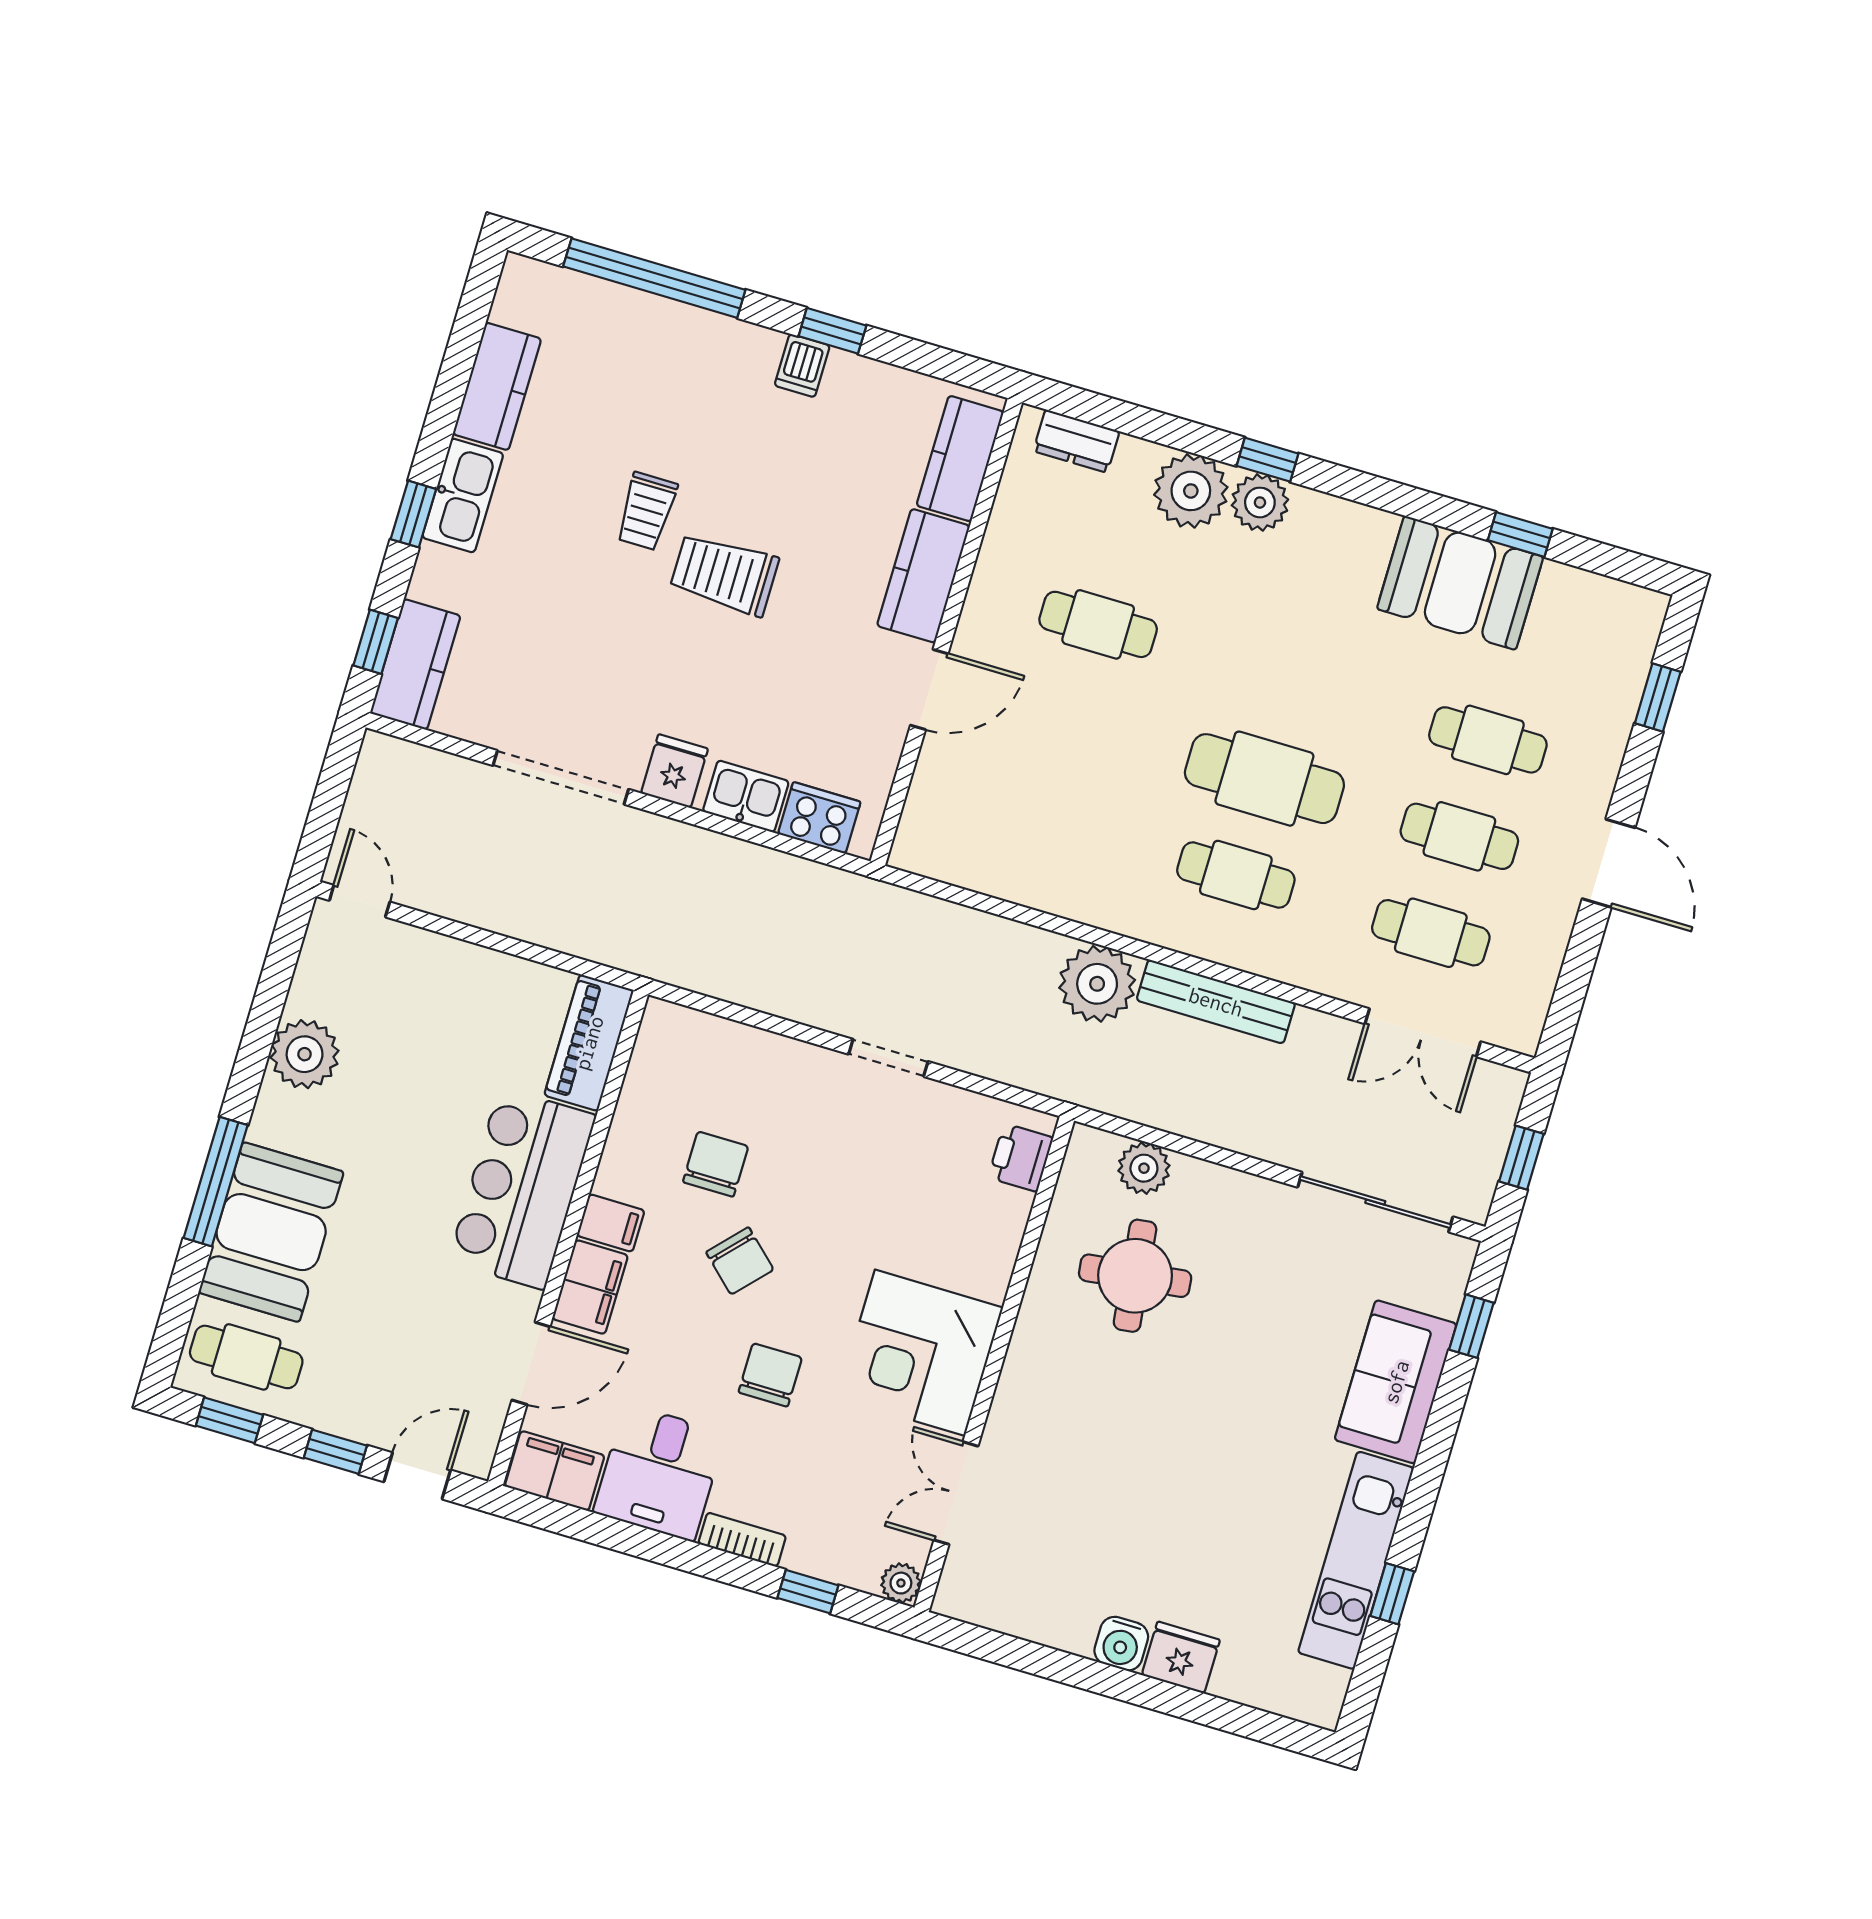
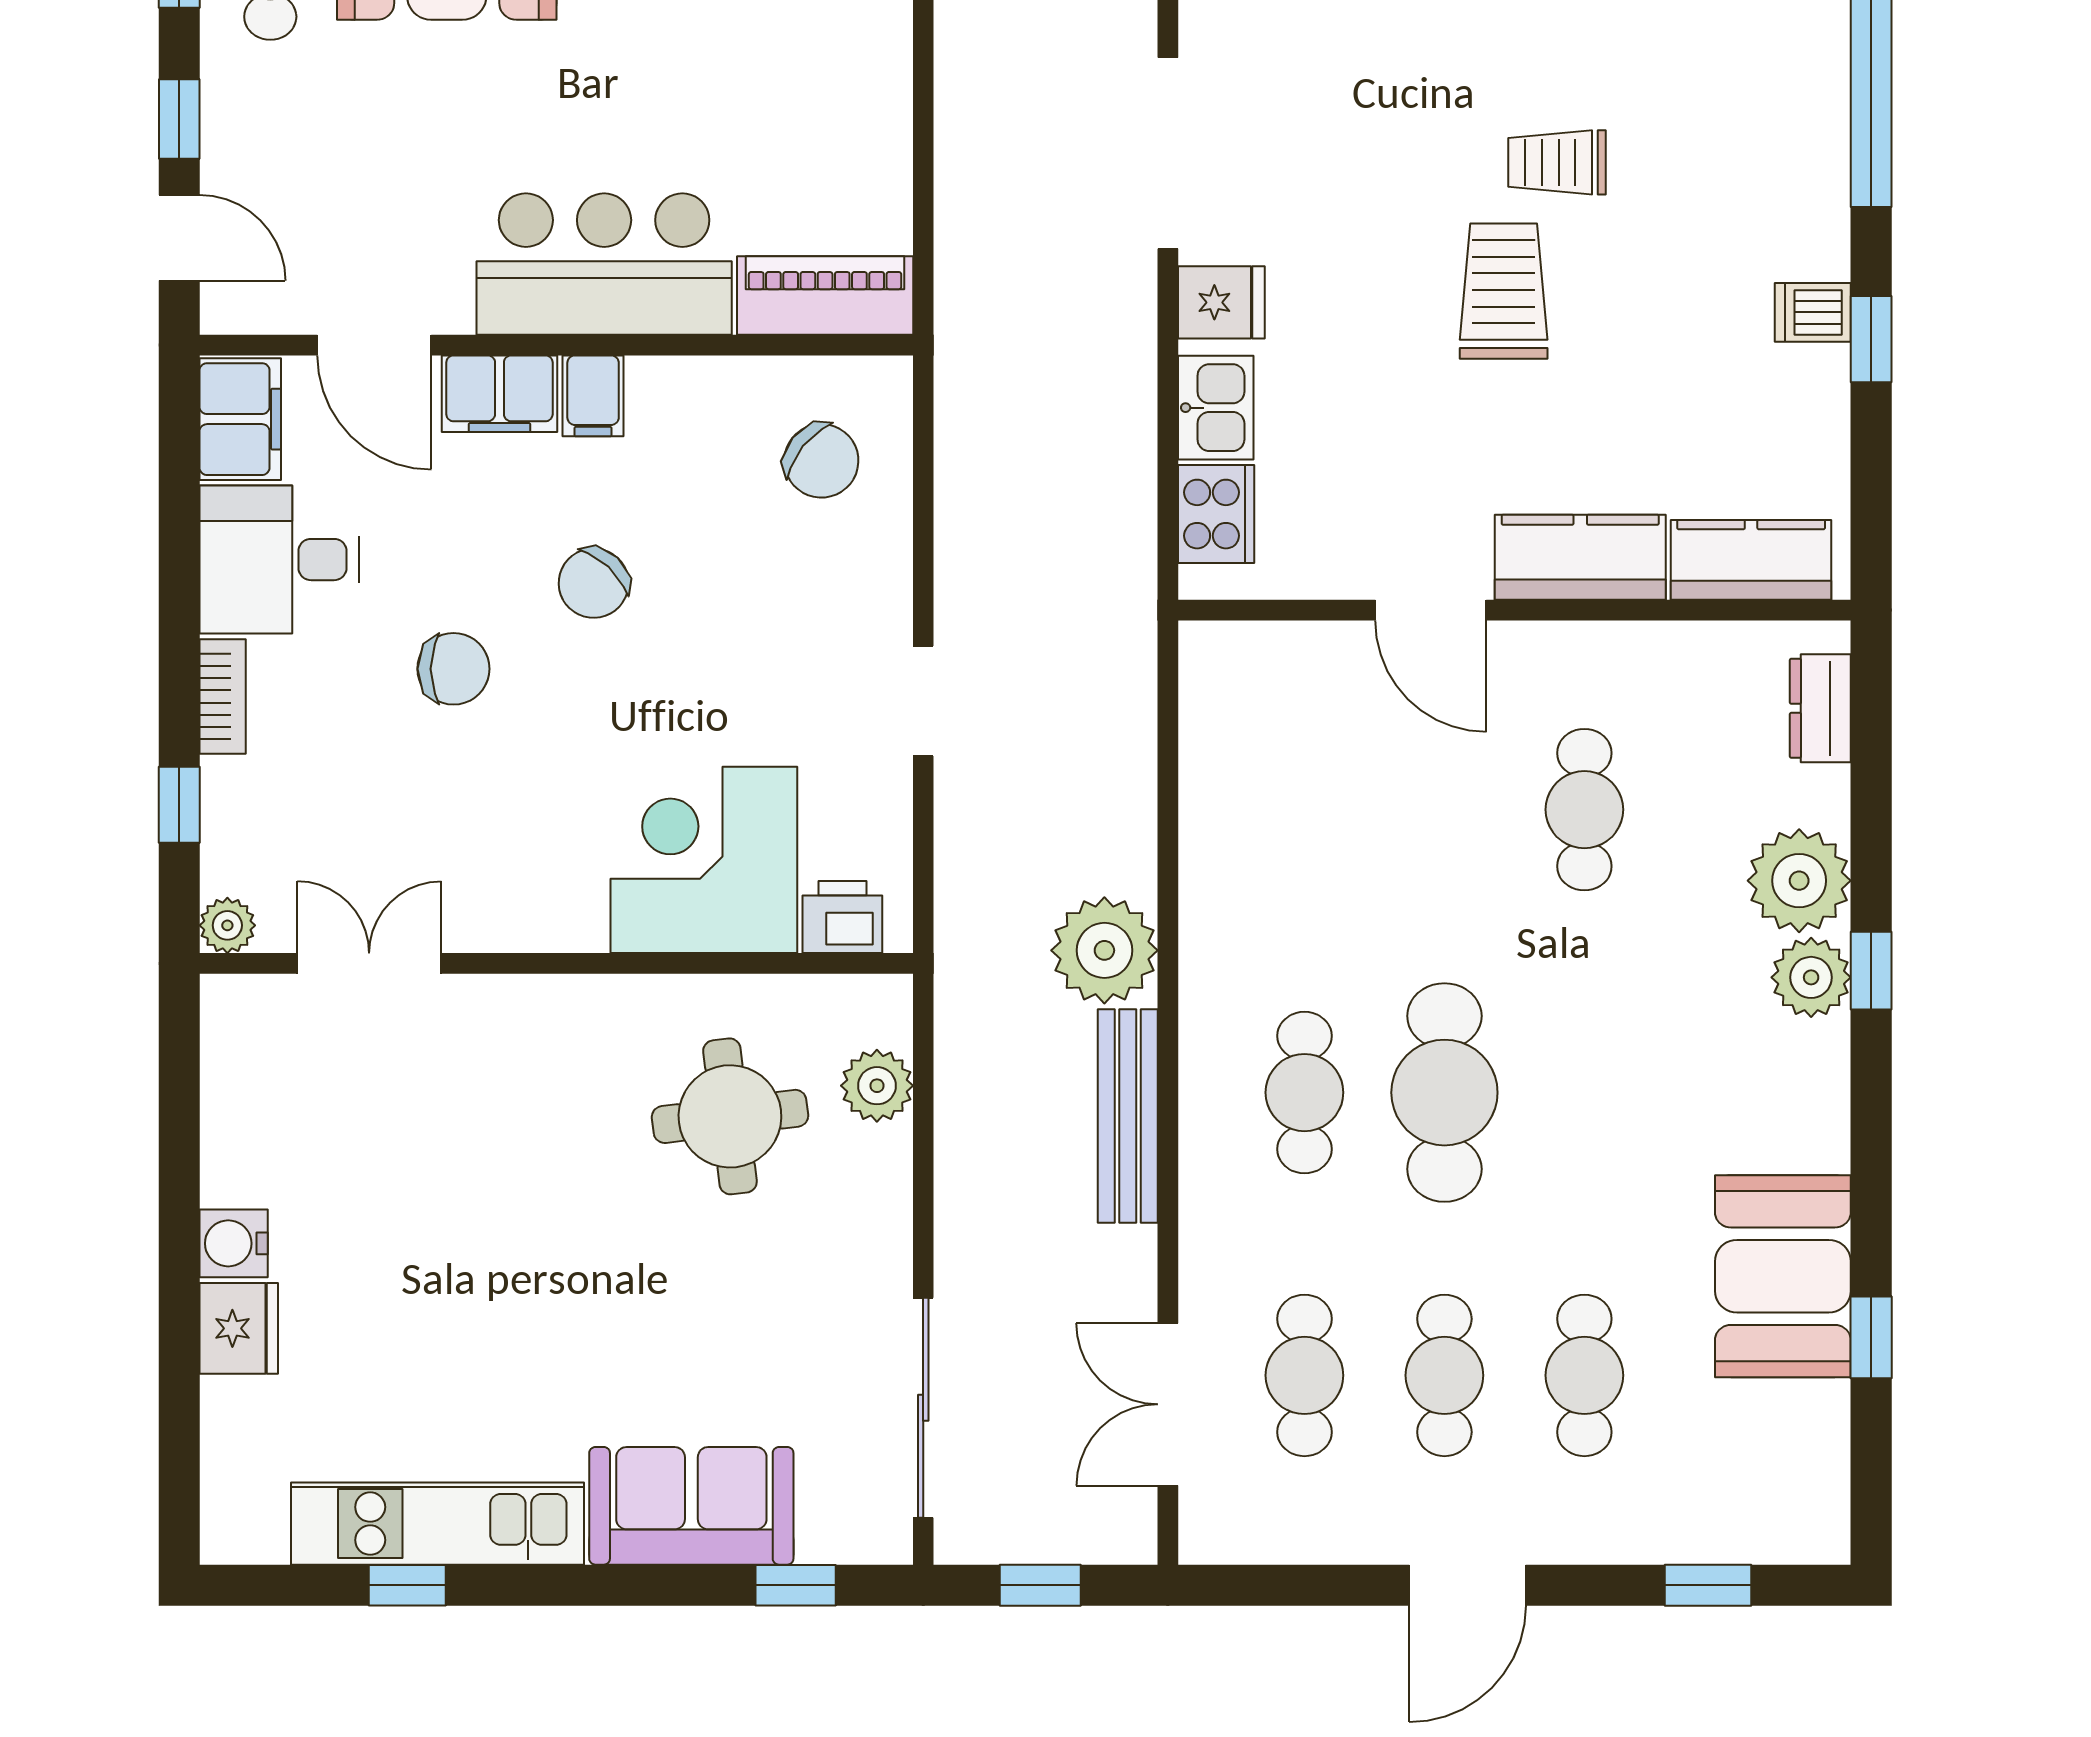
chair: (716, 1164) -> (821, 461), moved, turned 39
corner desk: (920, 1353) -> (704, 860), moved

